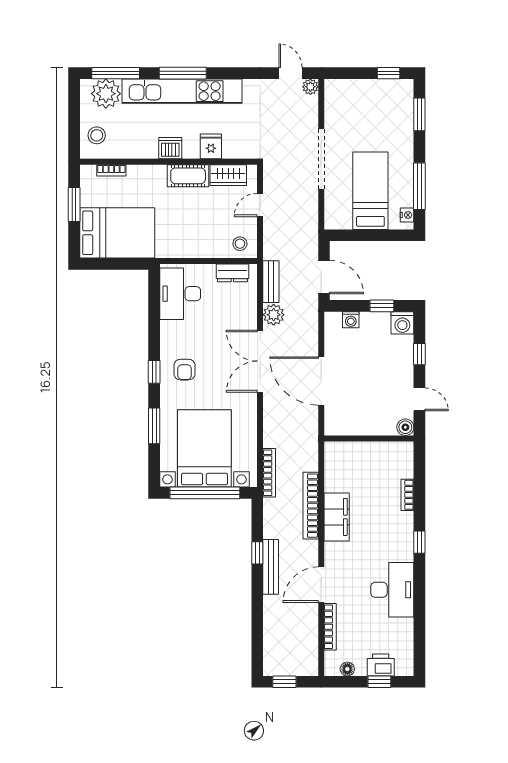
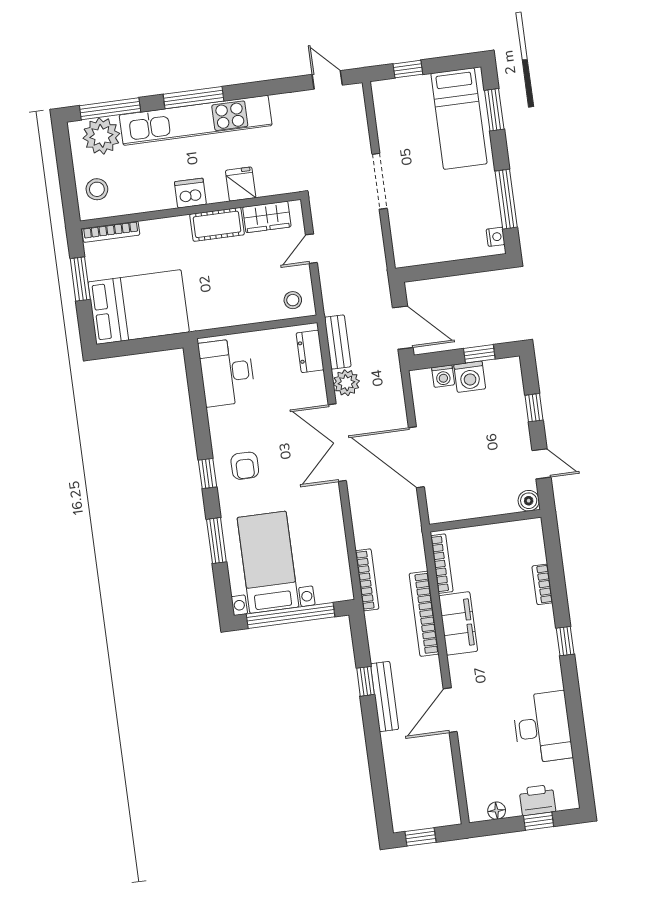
window: (388, 73) -> (408, 69), moved
plant: (310, 87) -> (354, 93), removed
doorway: (321, 159) -> (380, 181), width x0.73
bookcase: (111, 170) -> (111, 232), width x1.56
bed: (370, 191) -> (459, 119), moved, turned 180
dresser: (232, 273) -> (310, 351), moved, turned 90
washing machine: (402, 323) -> (470, 377), moved
bed with nightstands: (204, 448) -> (268, 562), width x0.73
desk: (392, 590) -> (542, 727), moved
bookcase: (330, 627) -> (442, 564), moved

